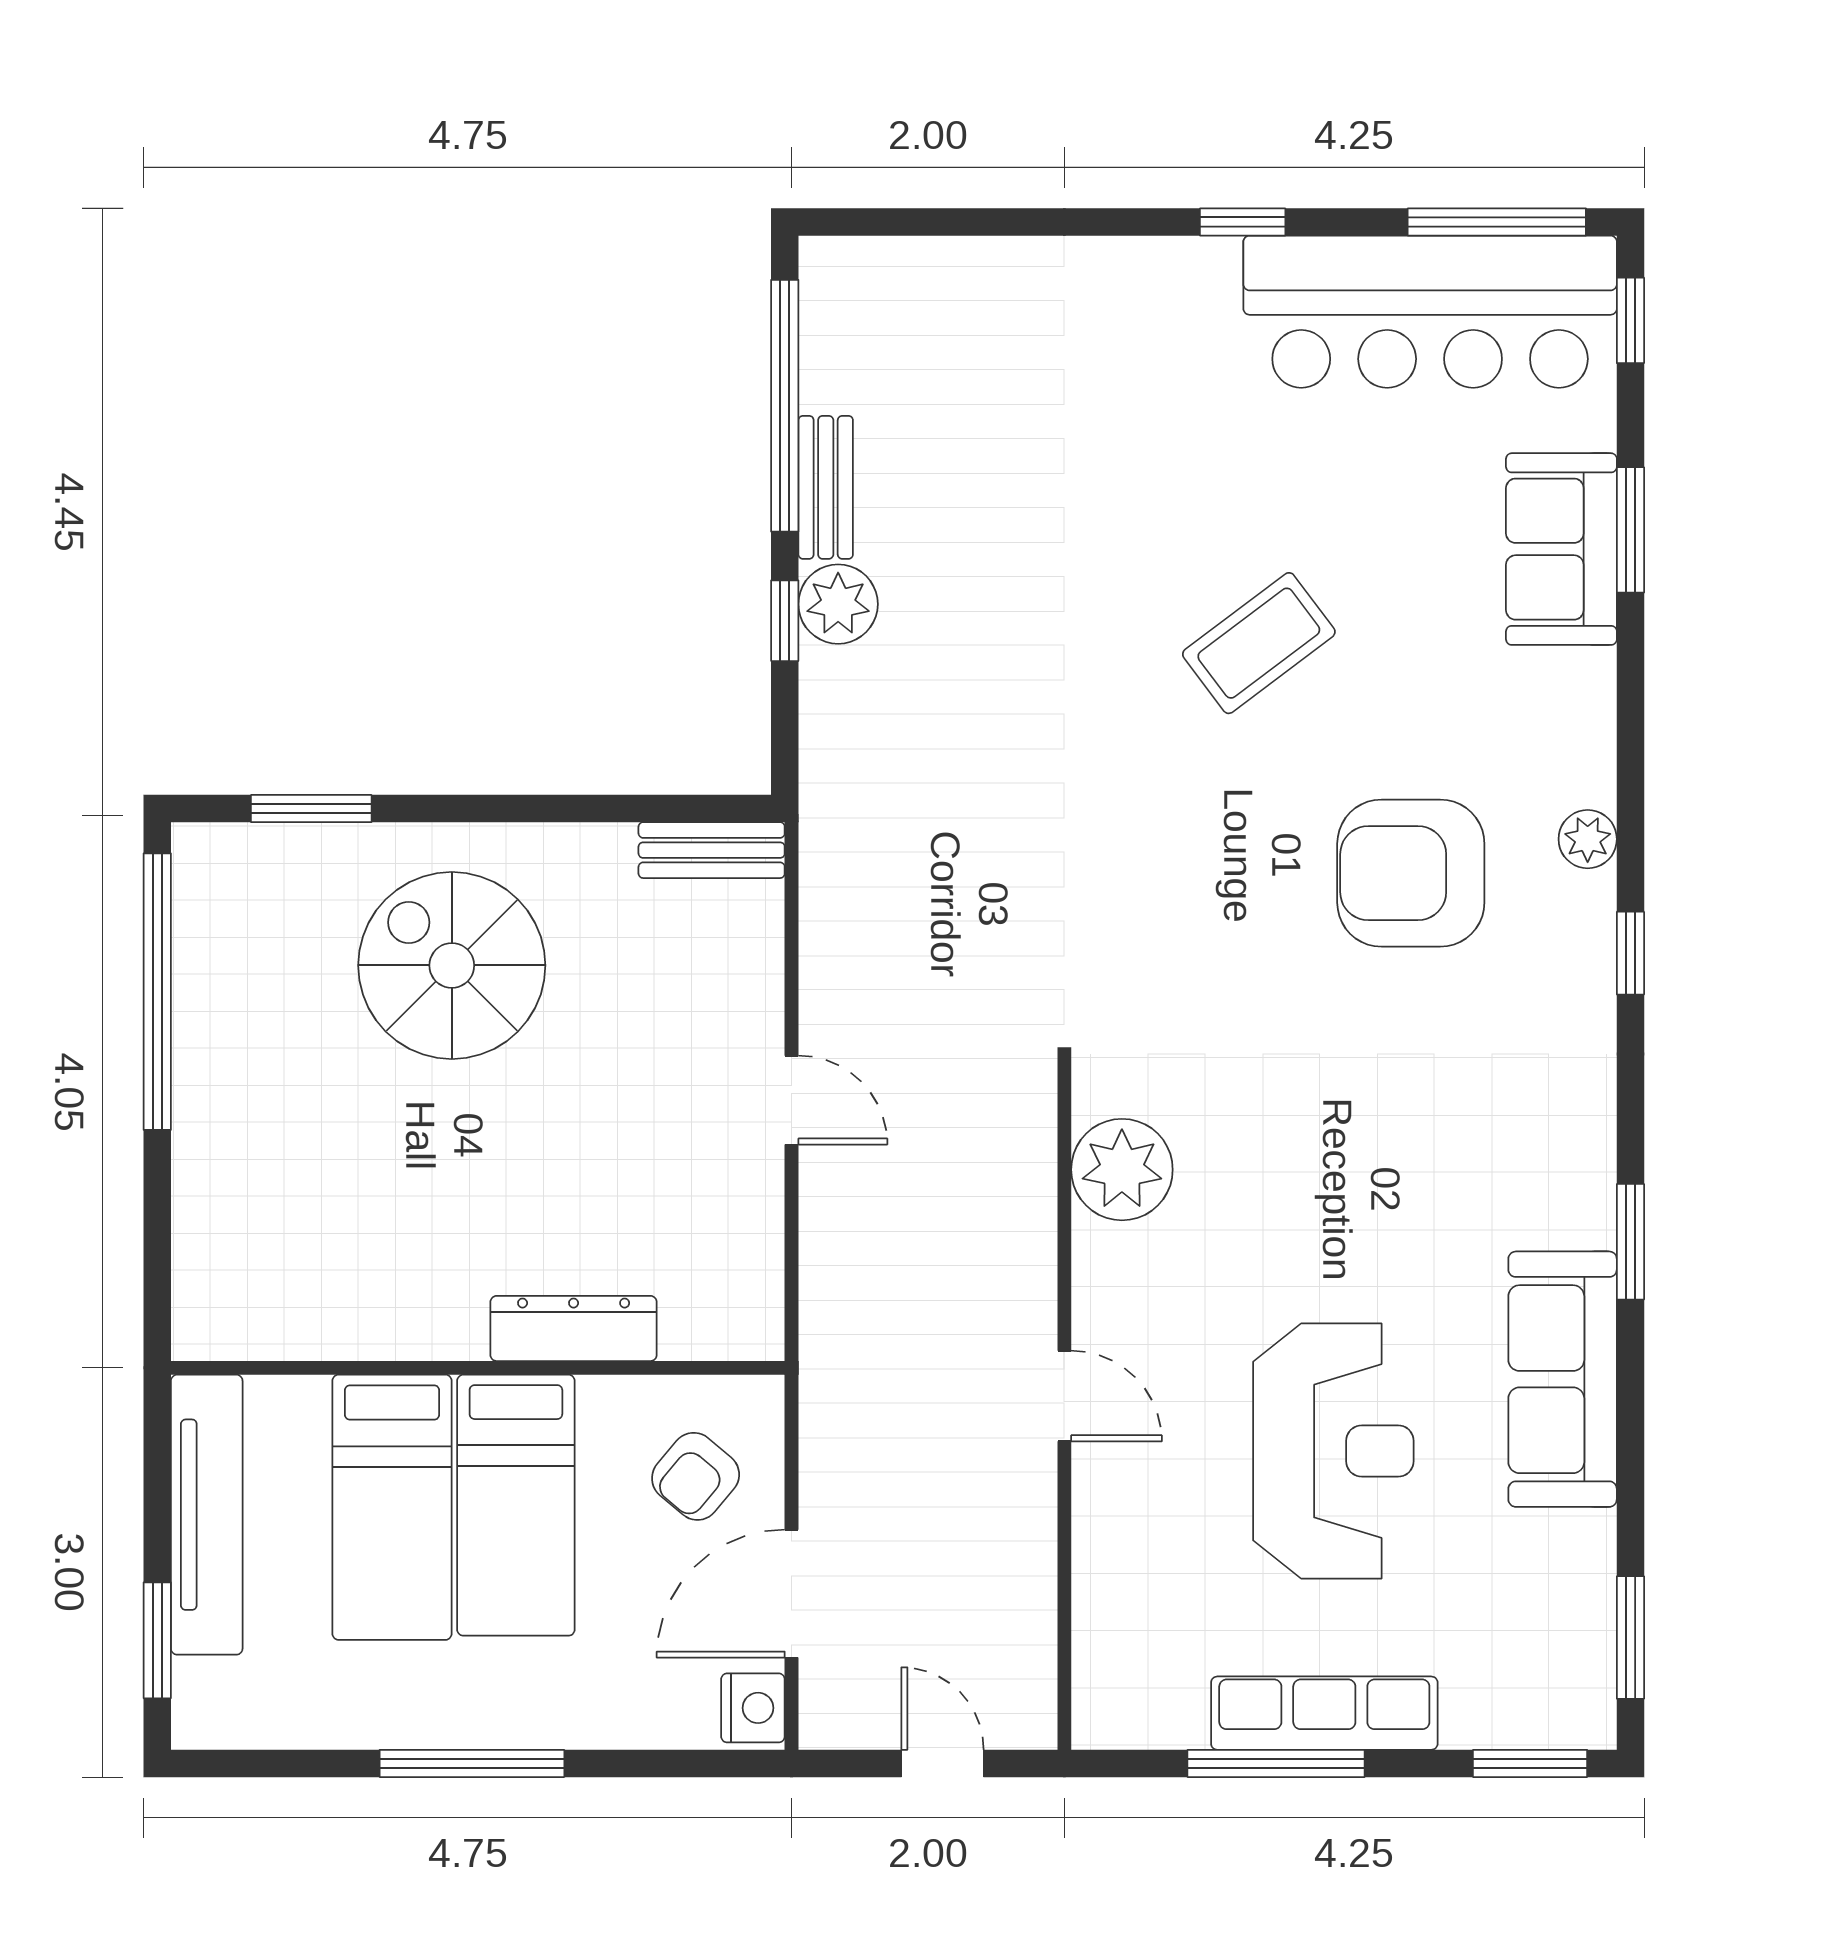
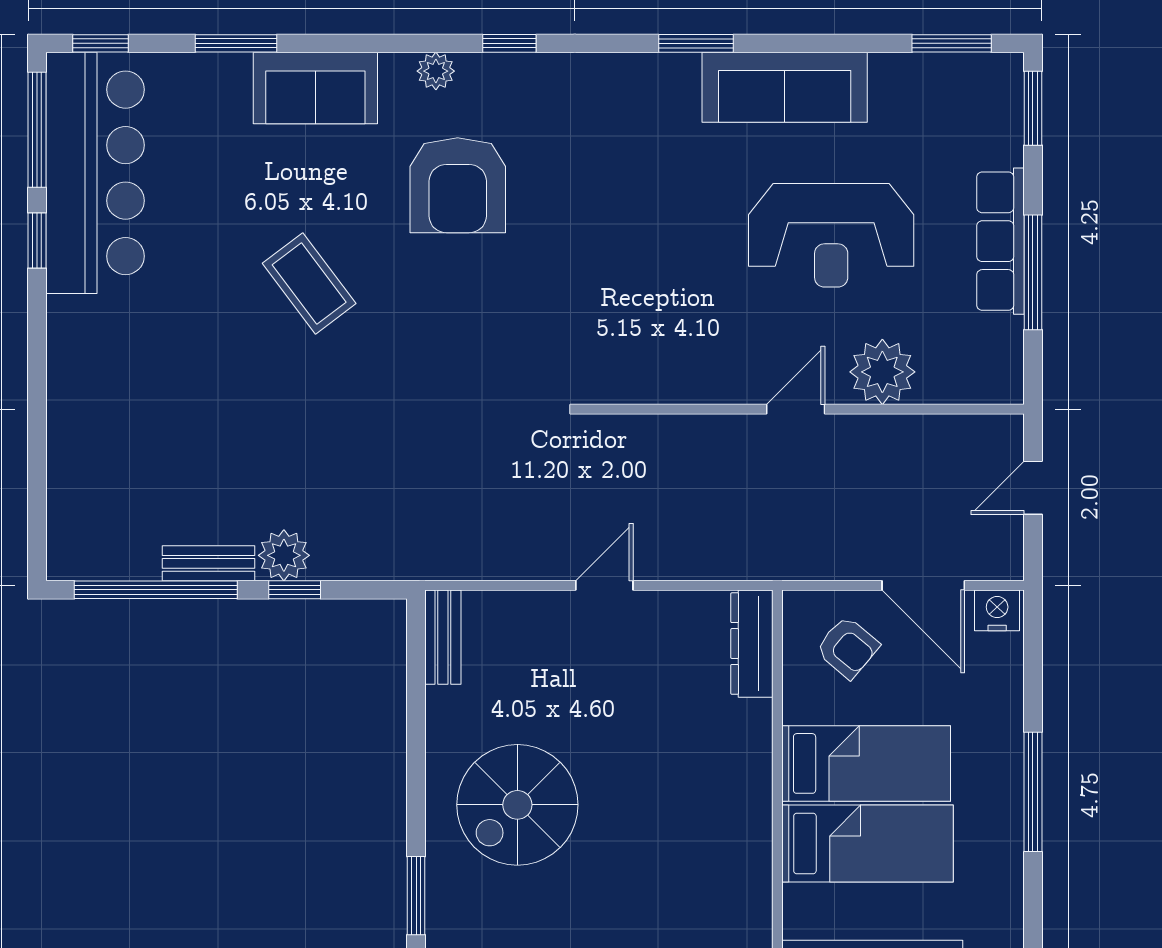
window: (1243, 222) -> (37, 240), moved
sofa: (1561, 549) -> (315, 88), moved
plant: (1122, 1170) -> (882, 372), moved
dresser: (574, 1328) -> (752, 644), moved
reception desk: (1333, 1451) -> (831, 235), turned 180

